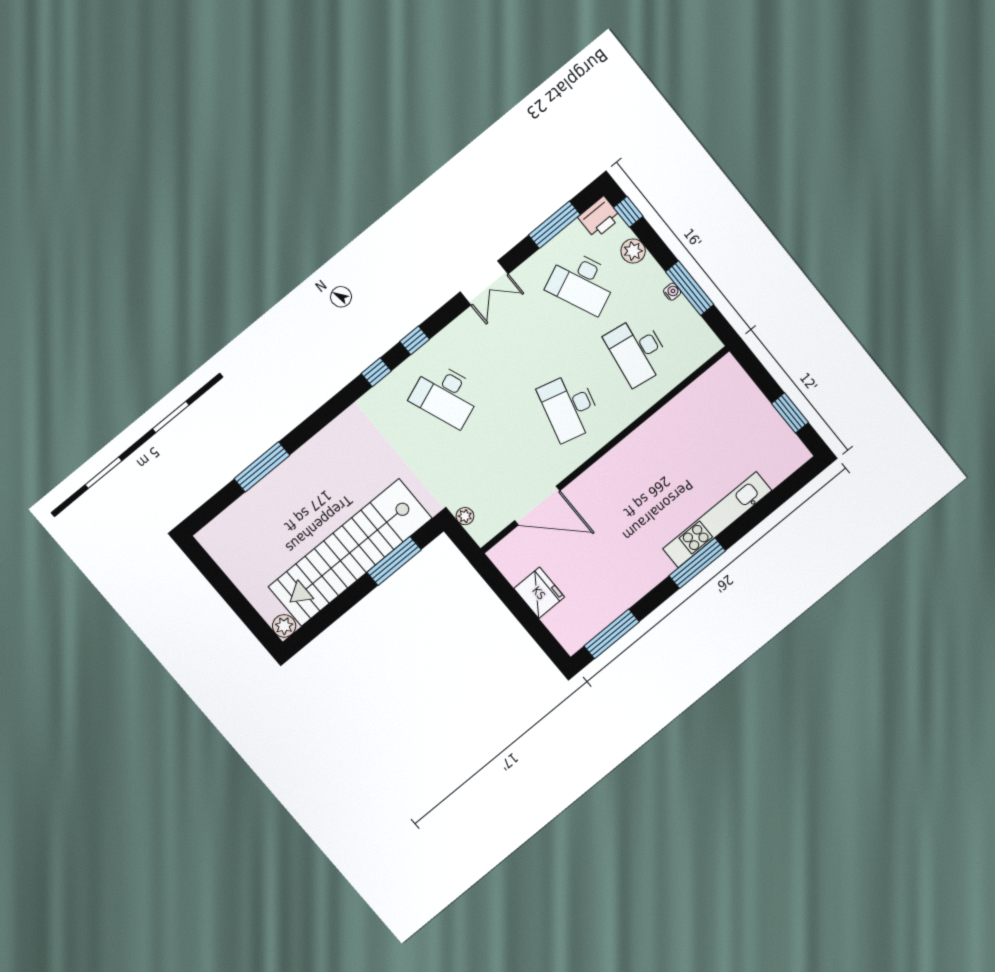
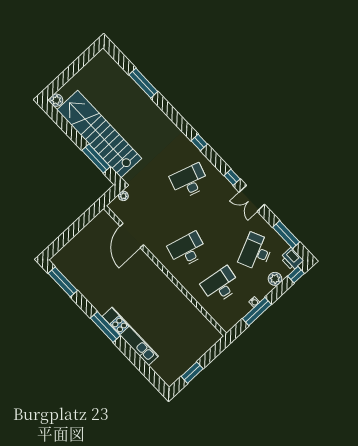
window: (415, 340) -> (232, 177), moved
desk: (446, 395) -> (189, 181), turned 39
fridge: (539, 593) -> (83, 240), removed

